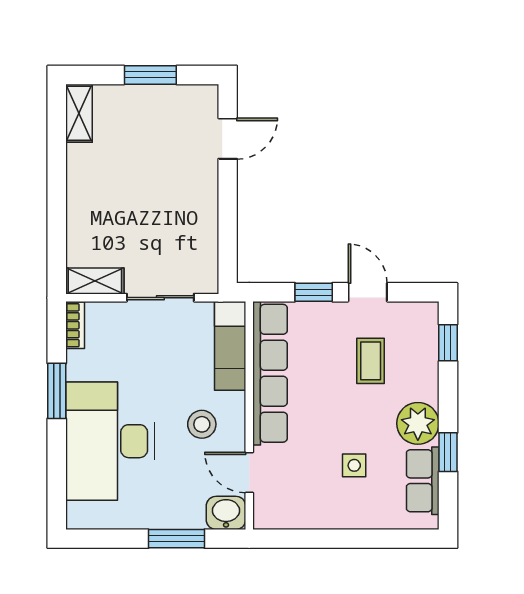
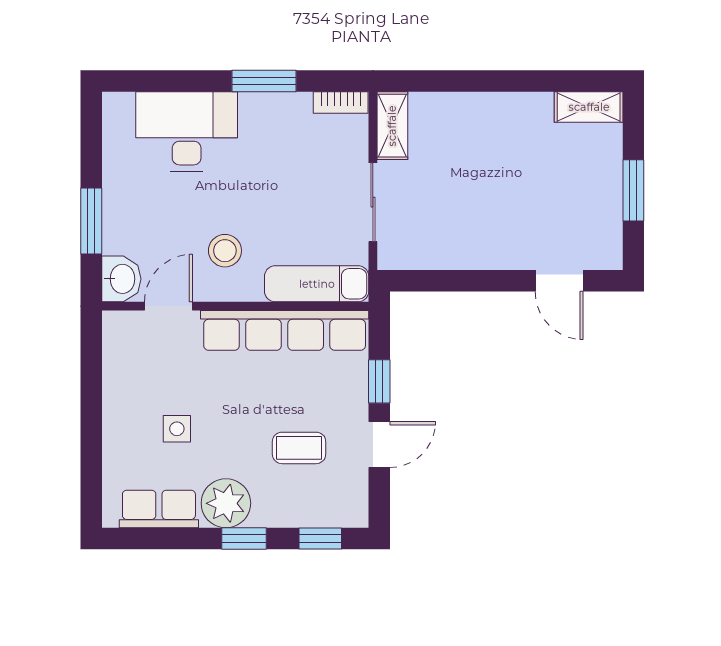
desk: (110, 441) -> (187, 132), width x0.73, depth x0.77
window: (448, 452) -> (244, 538), moved

